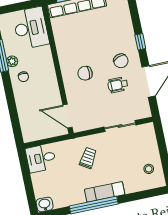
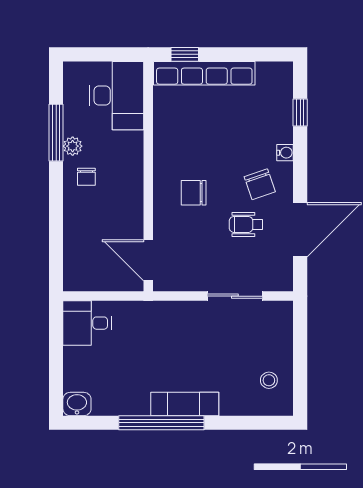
water cooler: (131, 40) -> (285, 153), added
window: (140, 42) -> (300, 112), moved
trolley: (88, 158) -> (169, 340), removed

